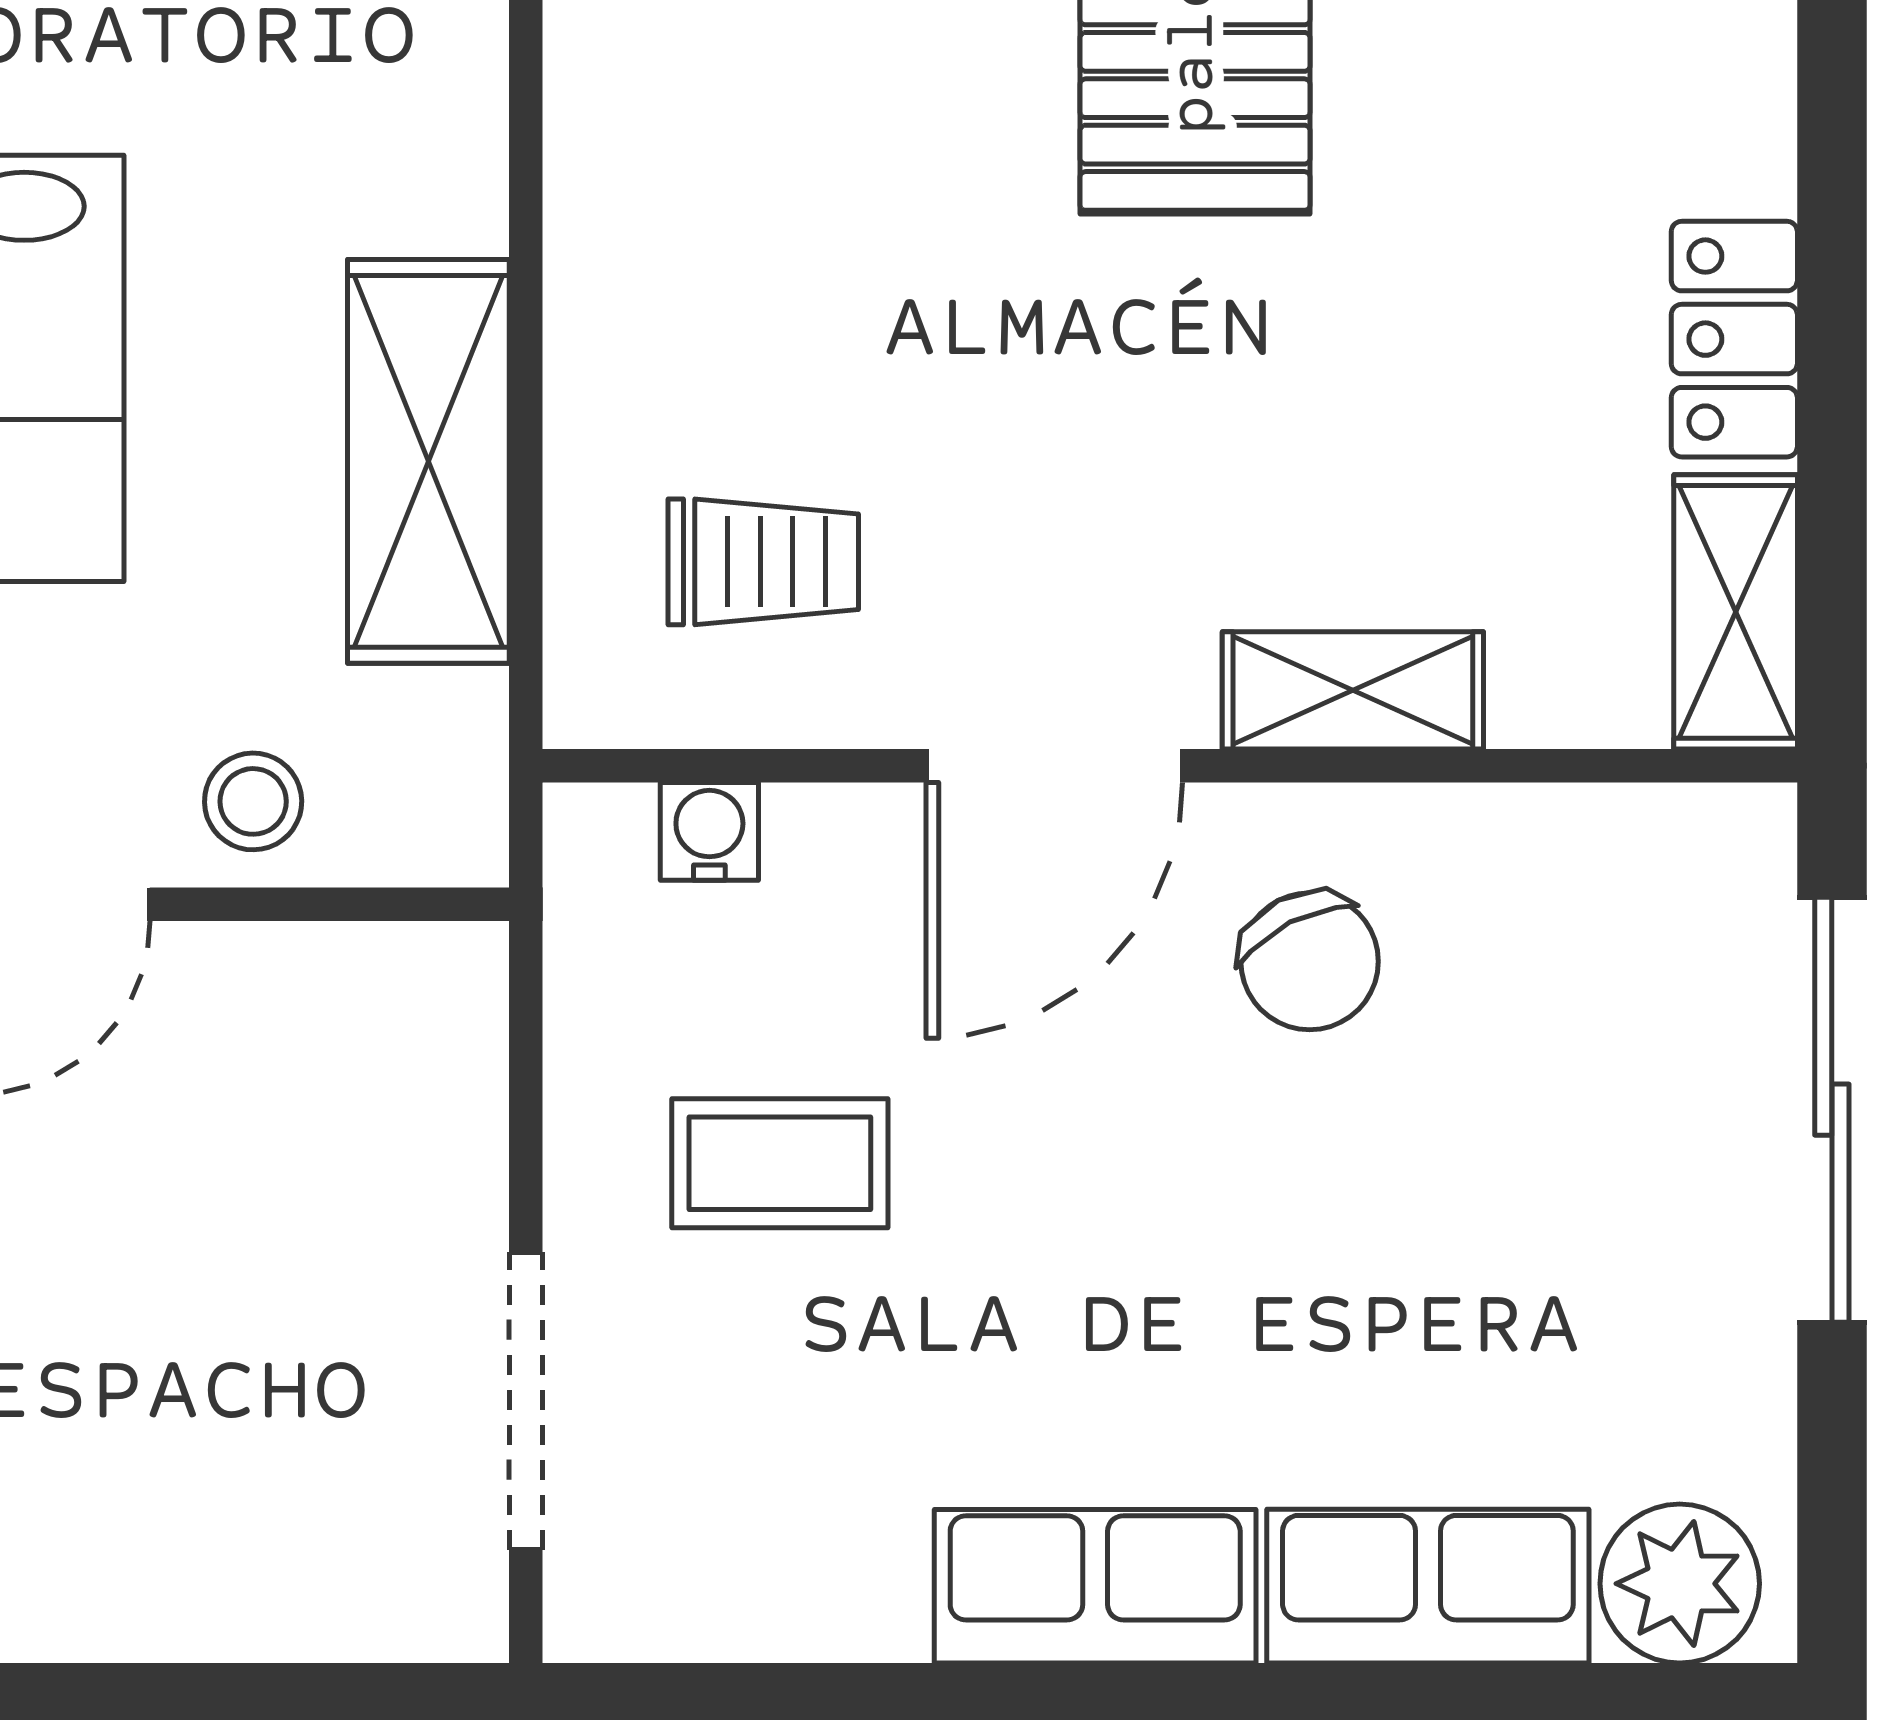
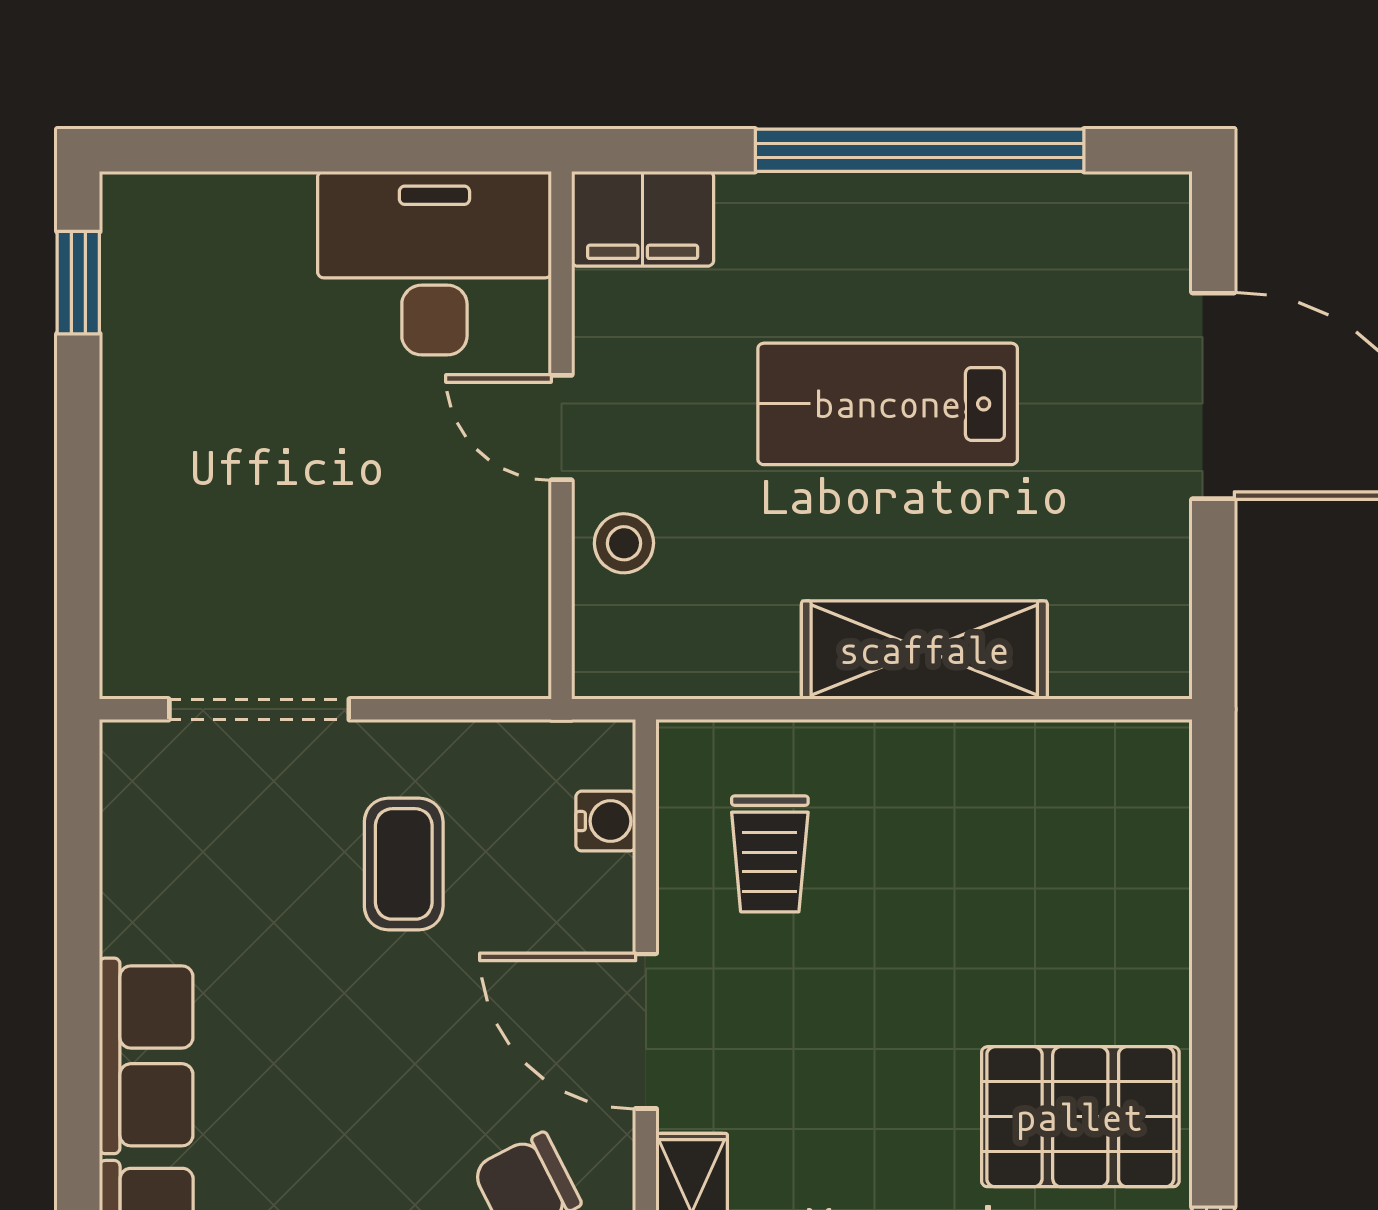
shelving: (428, 461) -> (924, 650), moved

